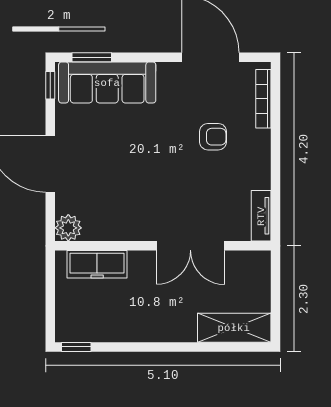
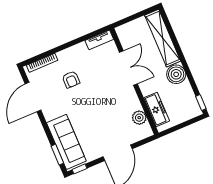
armchair: (213, 137) -> (71, 79), turned 180
plant: (68, 228) -> (139, 118), moved
boiler: (144, 325) -> (176, 74), added
shelving: (234, 328) -> (163, 38), width x1.47

